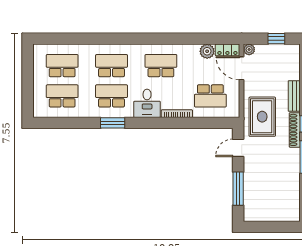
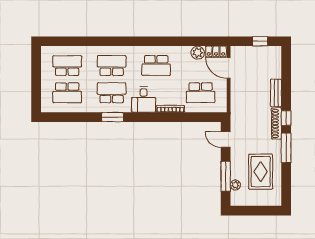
plant: (249, 49) -> (235, 185), moved
school desk: (161, 66) -> (156, 66), turned 180
school desk: (62, 96) -> (67, 93), turned 180
rug: (262, 117) -> (261, 172), moved
door: (238, 148) -> (226, 140), hinge flipped

